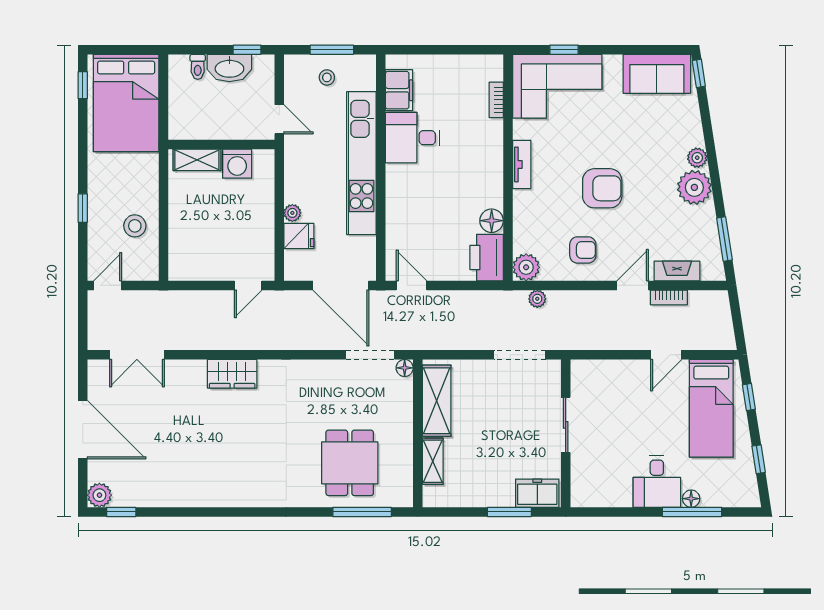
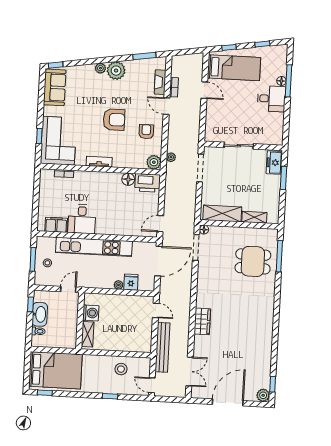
armchair: (602, 188) -> (114, 120), turned 90
bench: (180, 302) -> (163, 347), added

